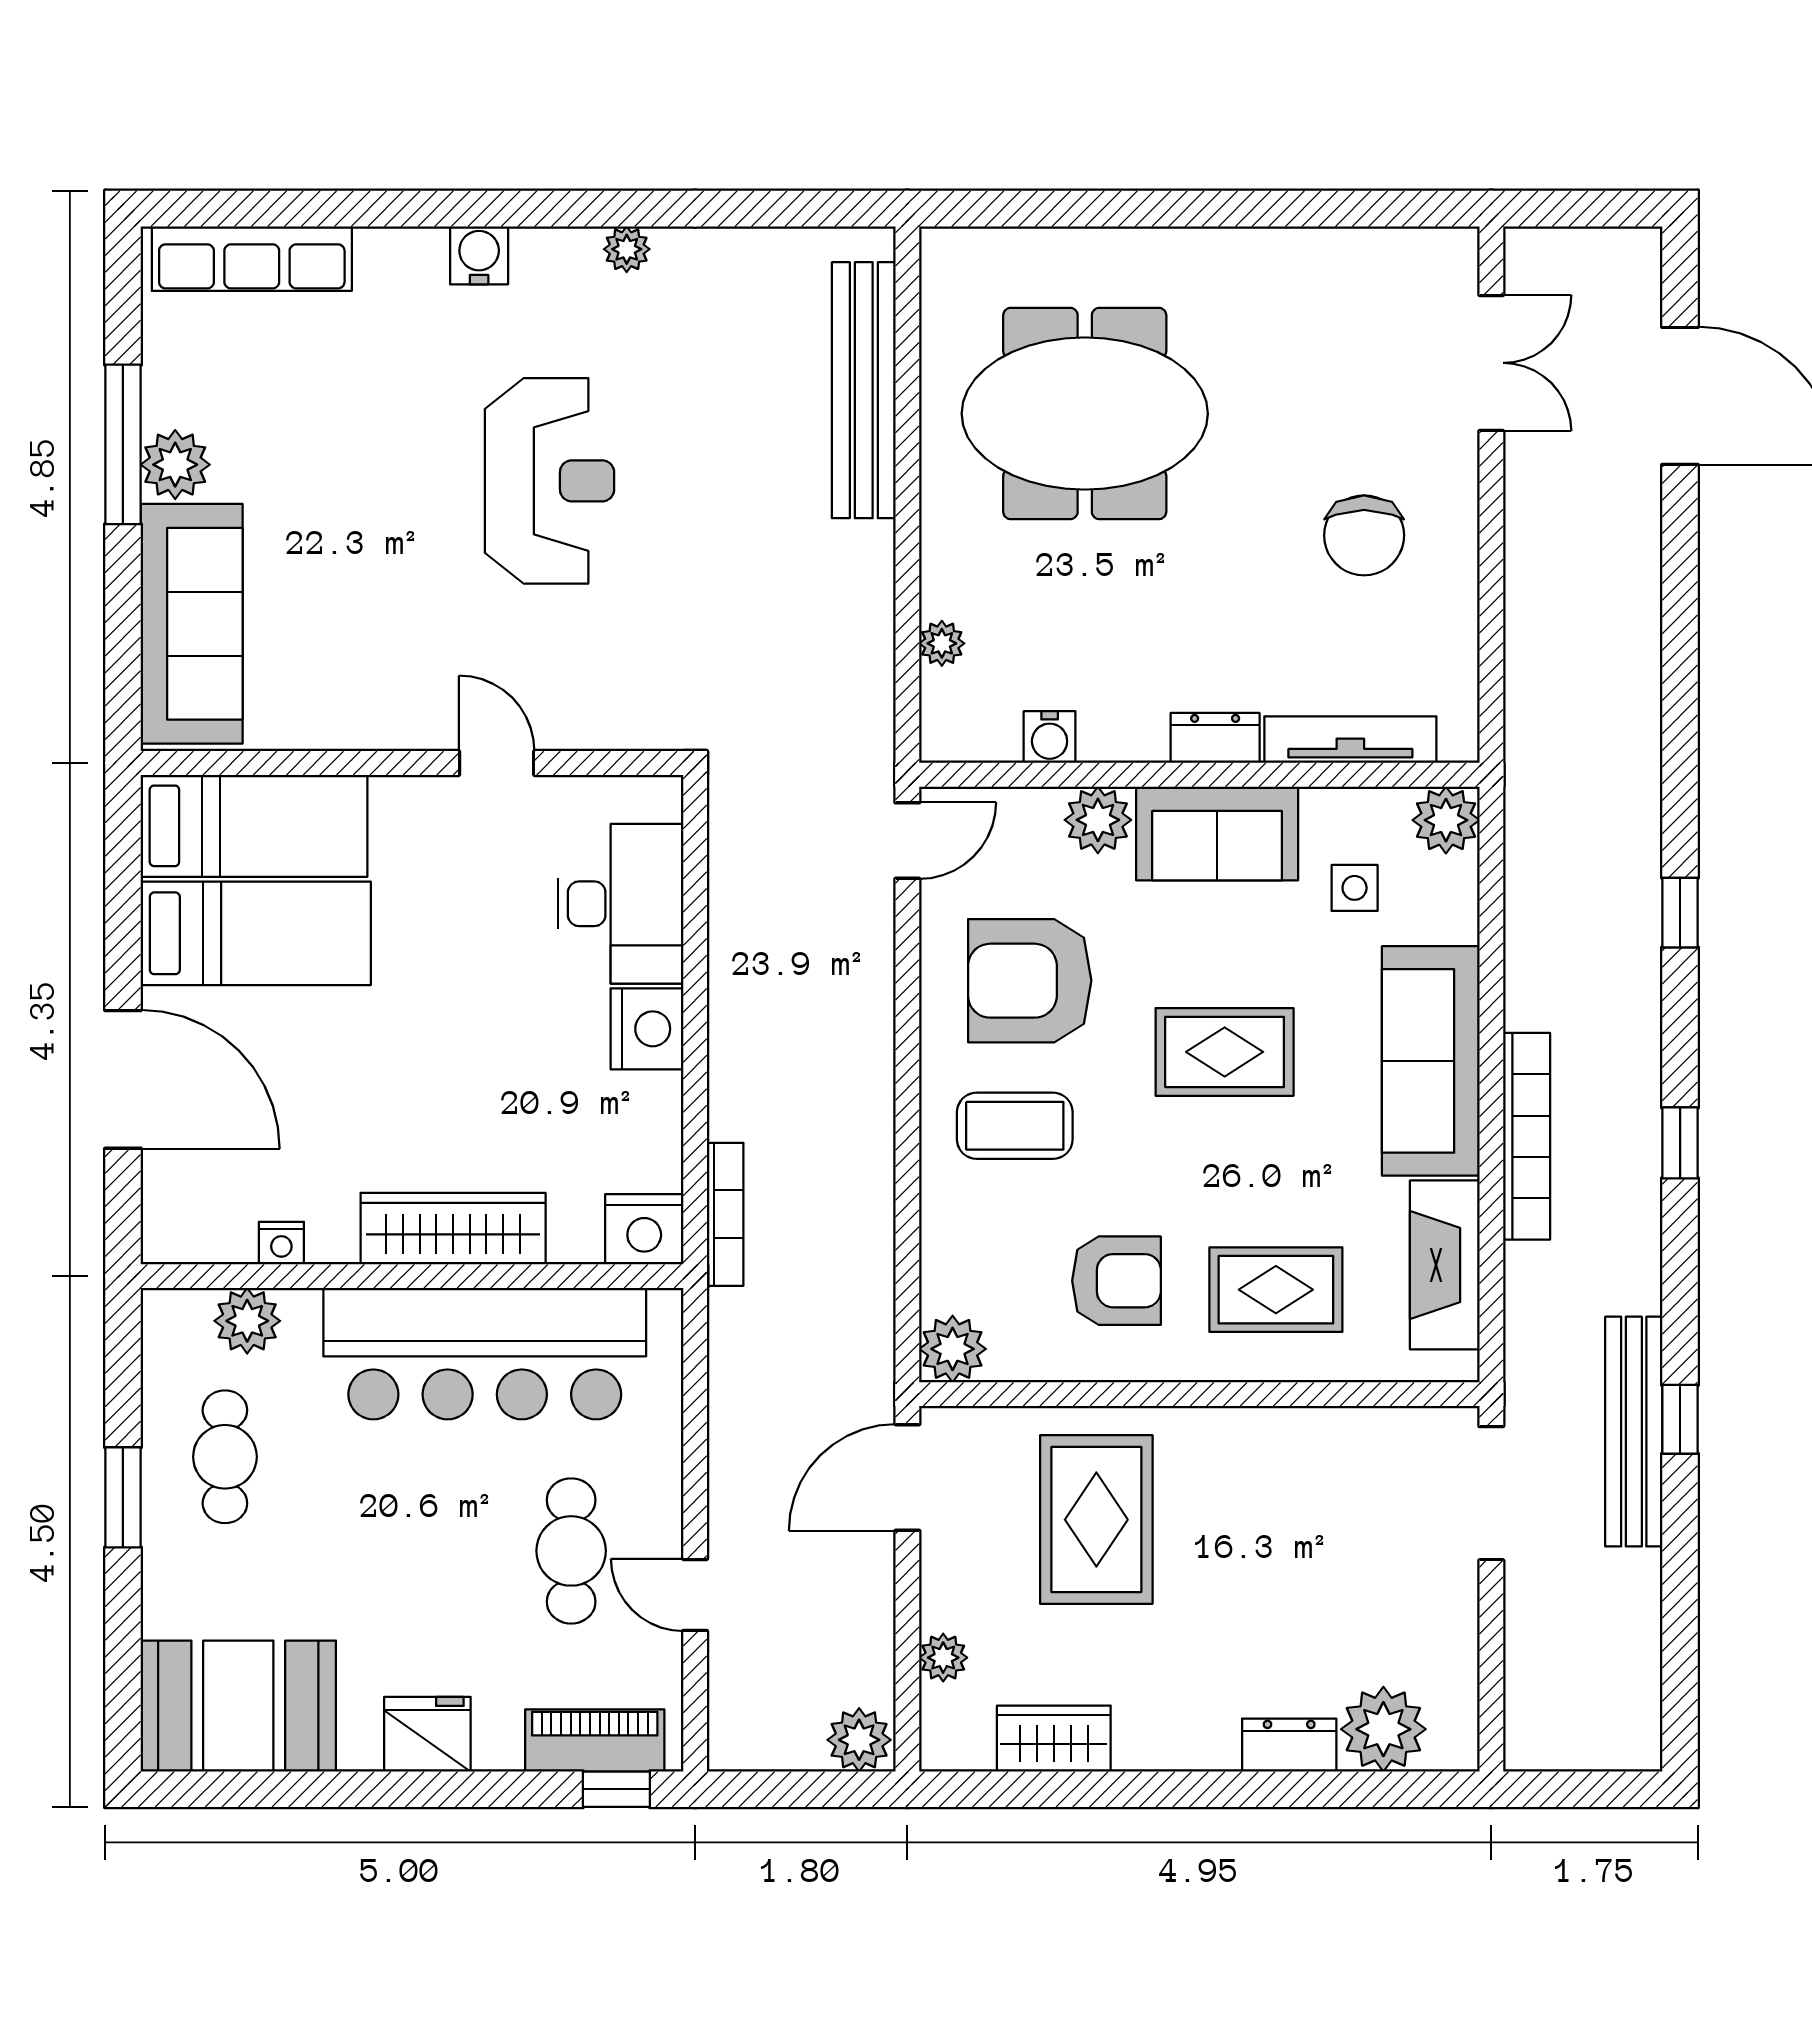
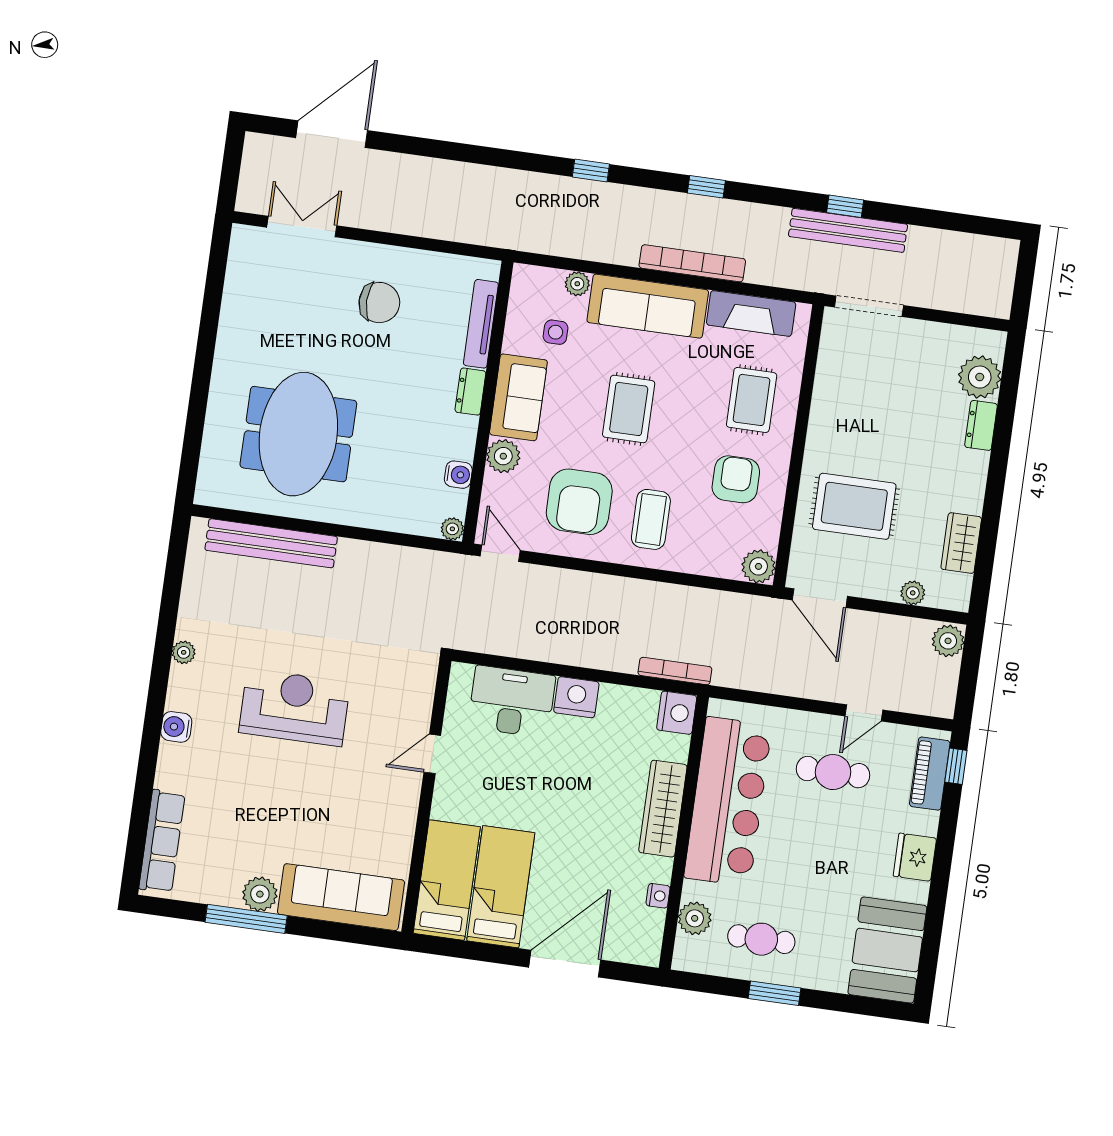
plant: (942, 643) -> (452, 529), moved
plant: (1446, 820) -> (577, 284), moved, width x0.73, depth x0.73

